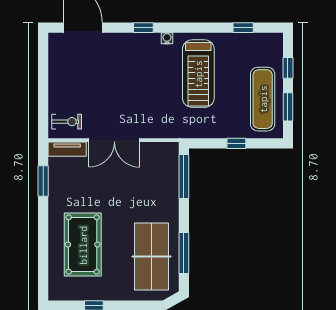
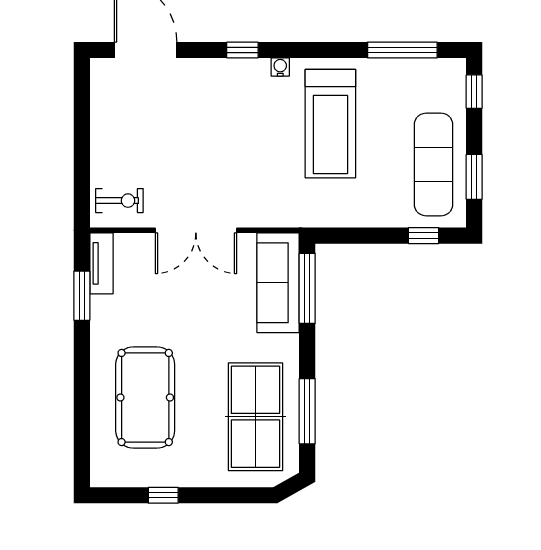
window: (243, 28) -> (402, 50), width x2.17
window: (288, 68) -> (474, 92), moved
window: (236, 143) -> (424, 236), moved
tv unit: (67, 149) -> (101, 263), moved, turned -90
sofa: (166, 173) -> (278, 283), added

